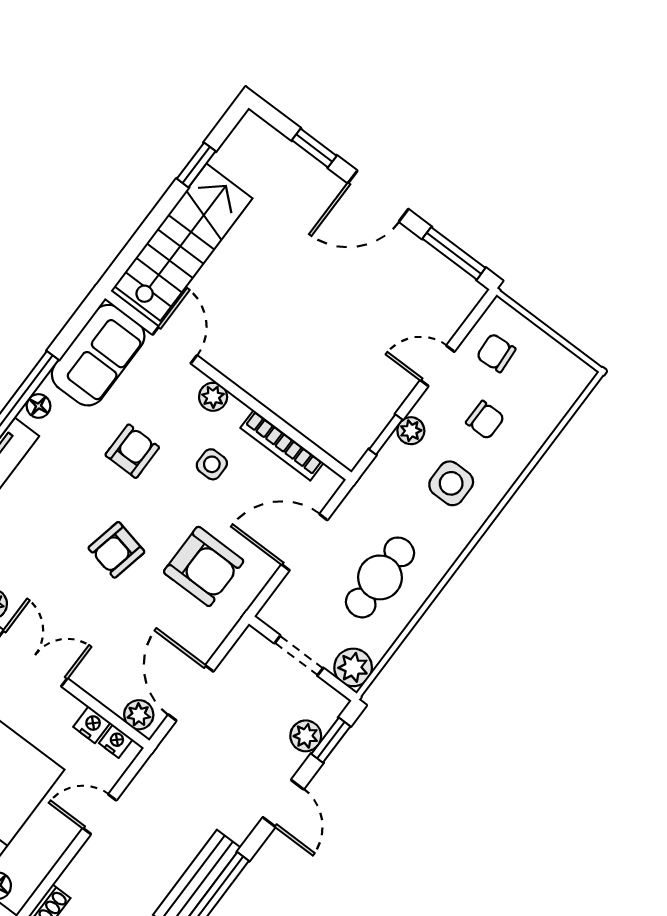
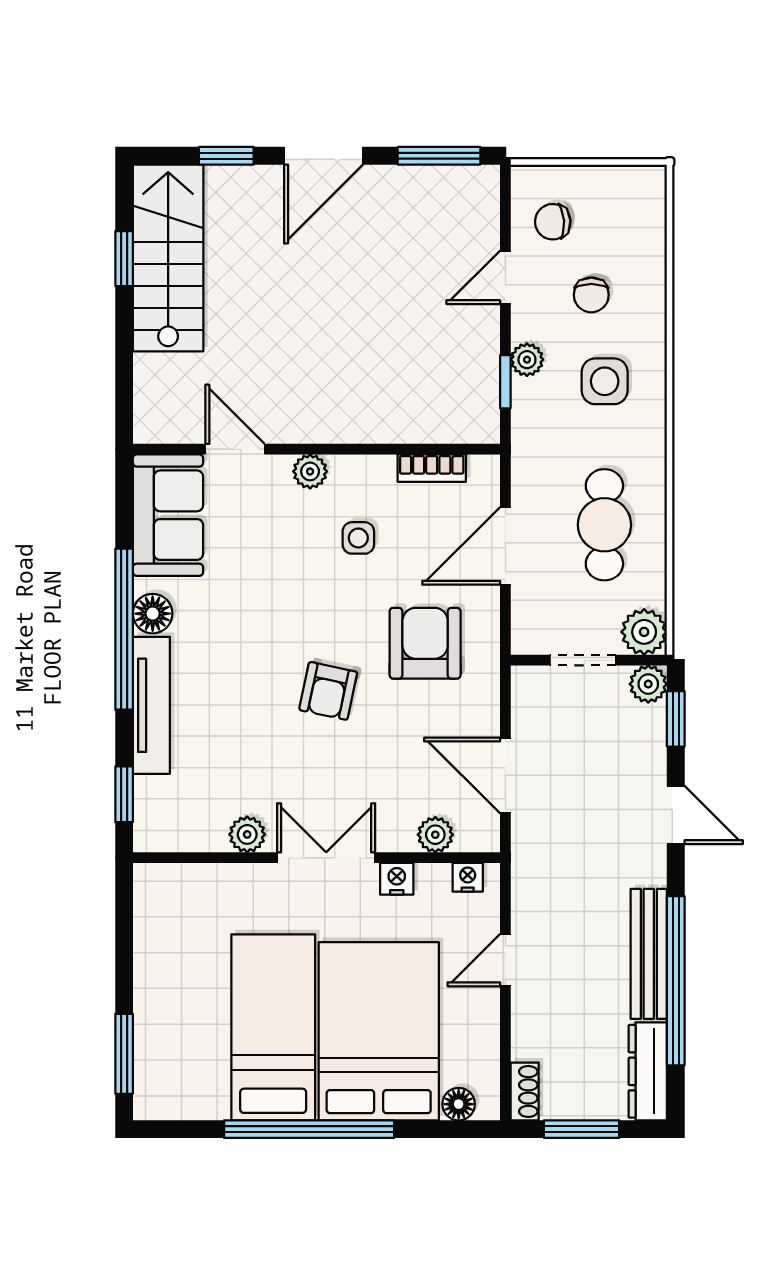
stairs: (183, 242) -> (168, 258), moved
floor lamp: (38, 406) -> (153, 614), width x1.37, depth x1.37
chair: (485, 420) -> (591, 295), turned 90
bookcase: (282, 445) -> (432, 468), width x0.64
armchair: (132, 451) -> (271, 583), removed
armchair: (204, 566) -> (425, 643), turned -90
plant: (139, 715) -> (435, 835), moved
nightstand: (92, 725) -> (397, 879), moved
plant: (306, 736) -> (648, 684), moved

